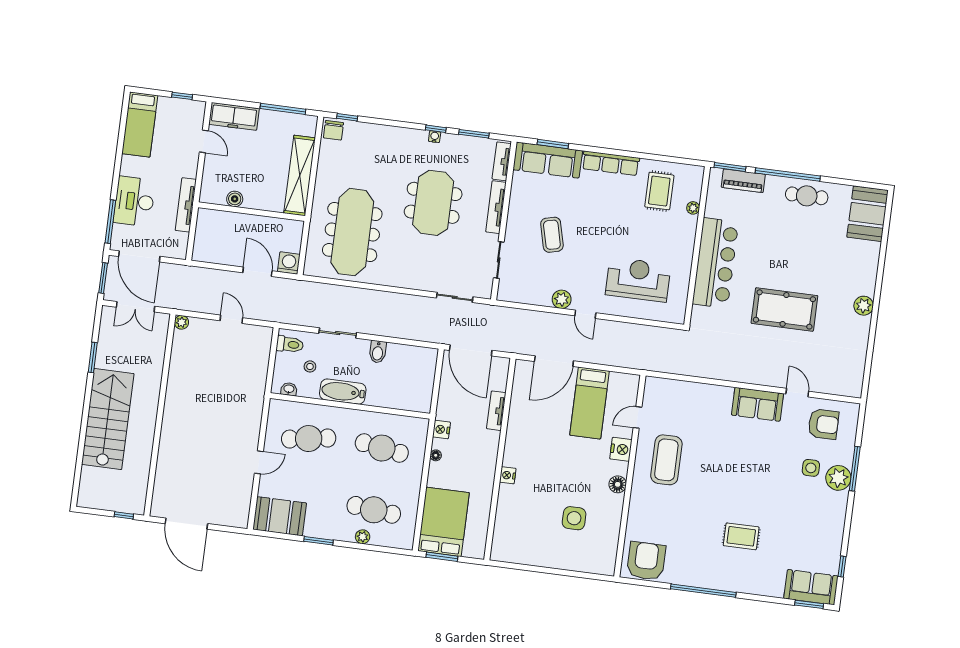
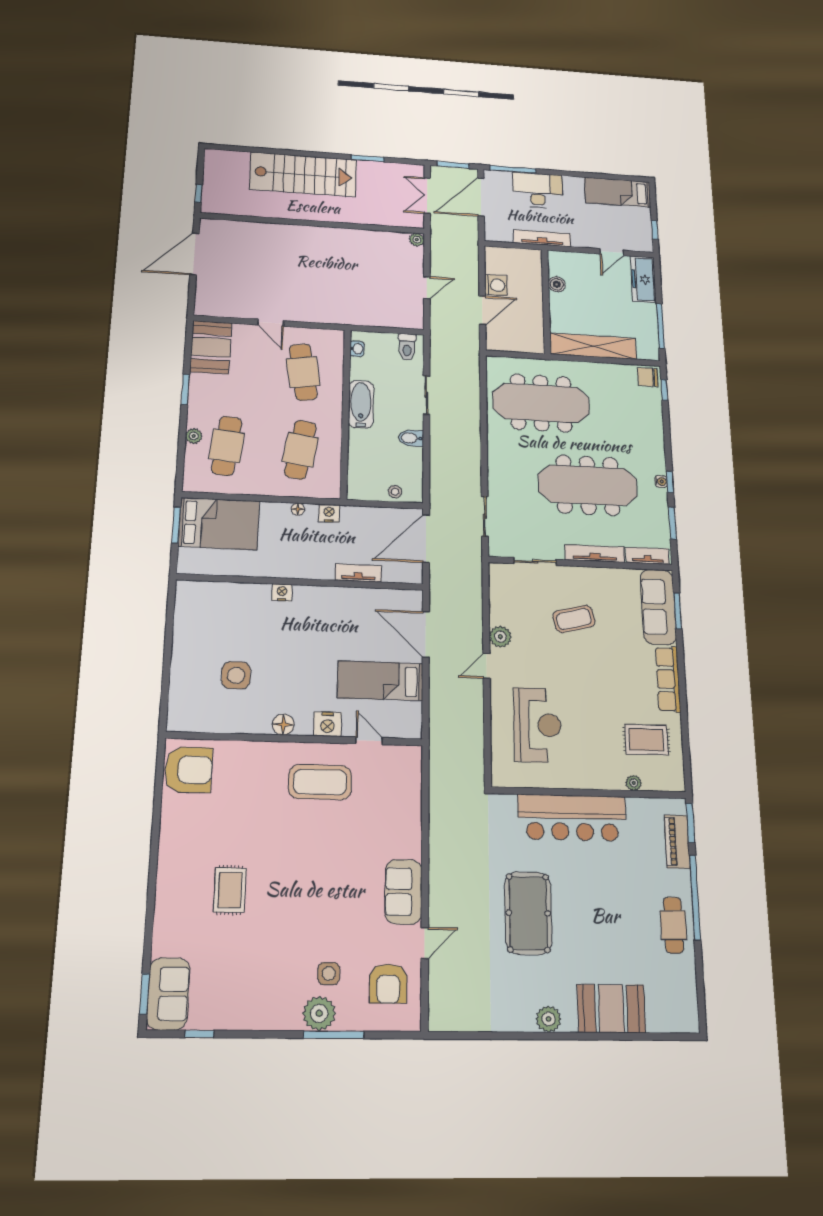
meeting table: (433, 203) -> (588, 485), width x1.36
booth: (868, 214) -> (611, 1009), moved
washing machine: (289, 263) -> (496, 285), moved
stool: (310, 366) -> (395, 492), moved
window: (703, 591) -> (154, 848), removed

